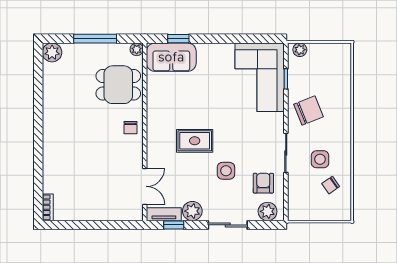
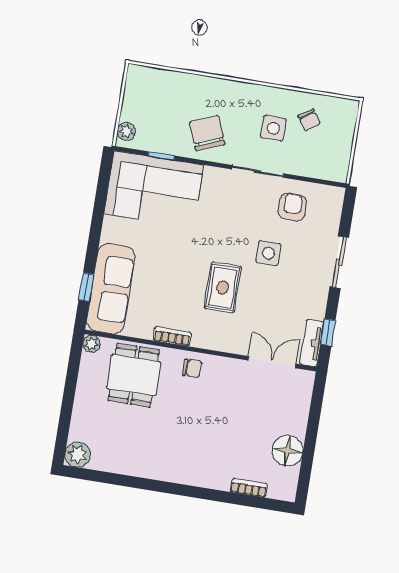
window: (95, 39) -> (69, 396), removed
sofa: (171, 57) -> (111, 289), width x1.36
bookcase: (152, 109) -> (172, 336), added
armchair: (263, 183) -> (292, 207), turned 90
bookcase: (48, 207) -> (249, 488), moved
floor lamp: (80, 209) -> (288, 451), added
plant: (192, 211) -> (314, 305), removed
plant: (268, 211) -> (330, 208), removed

